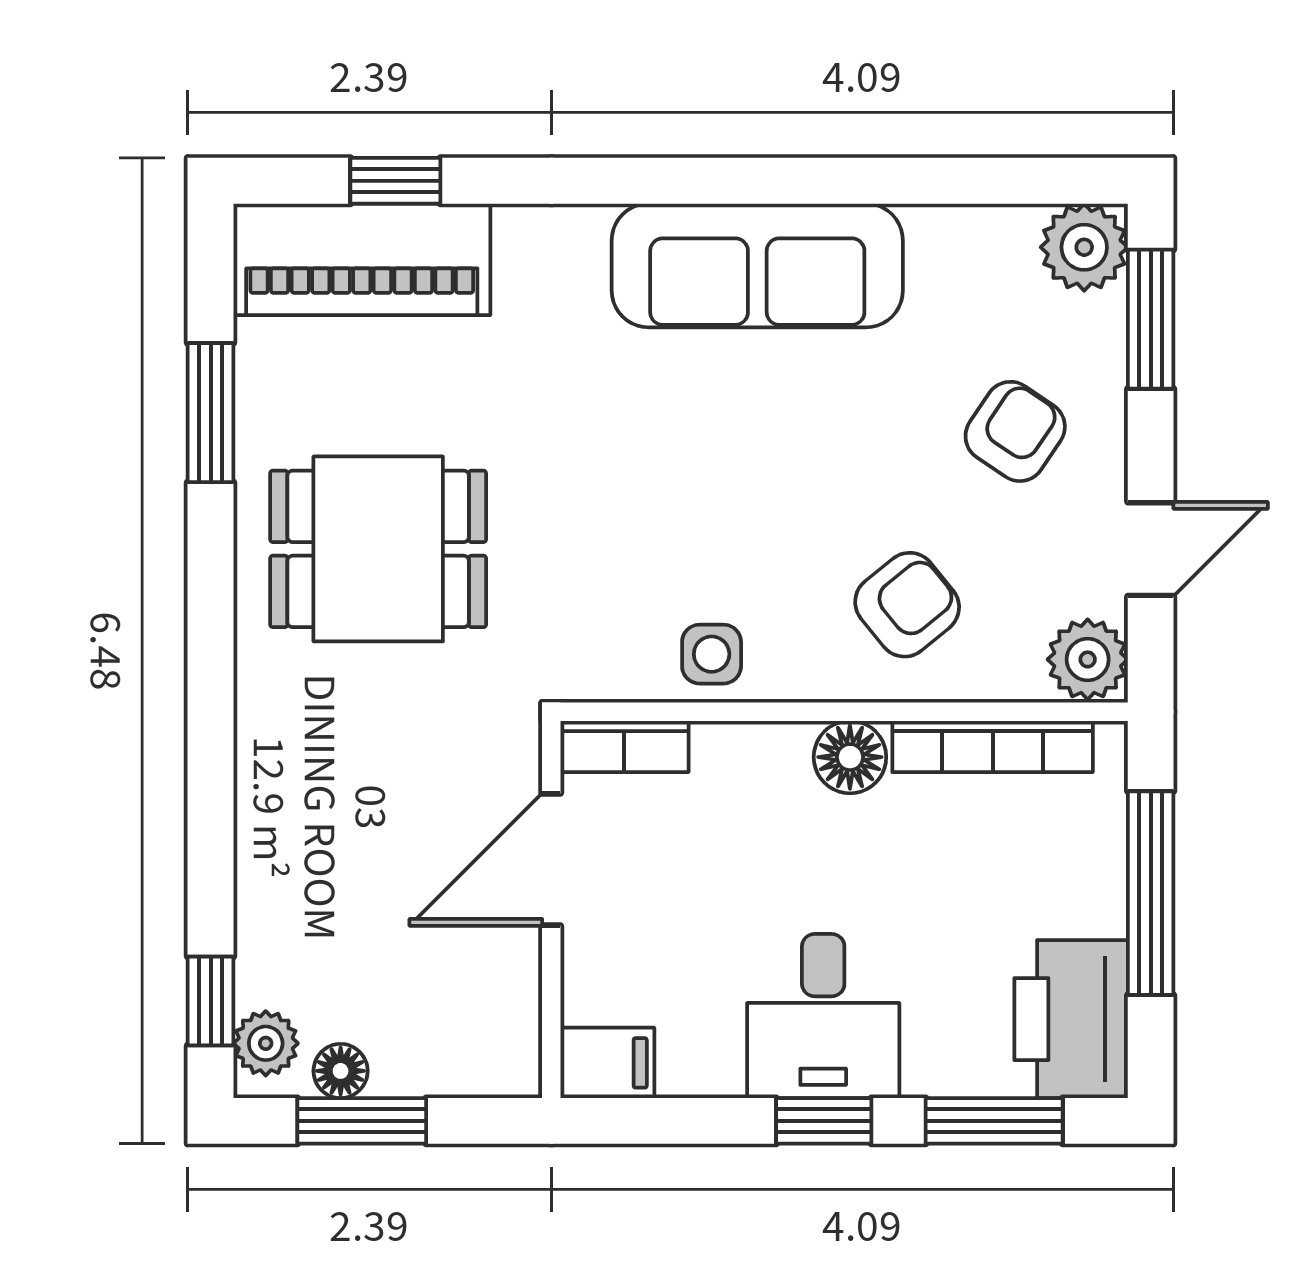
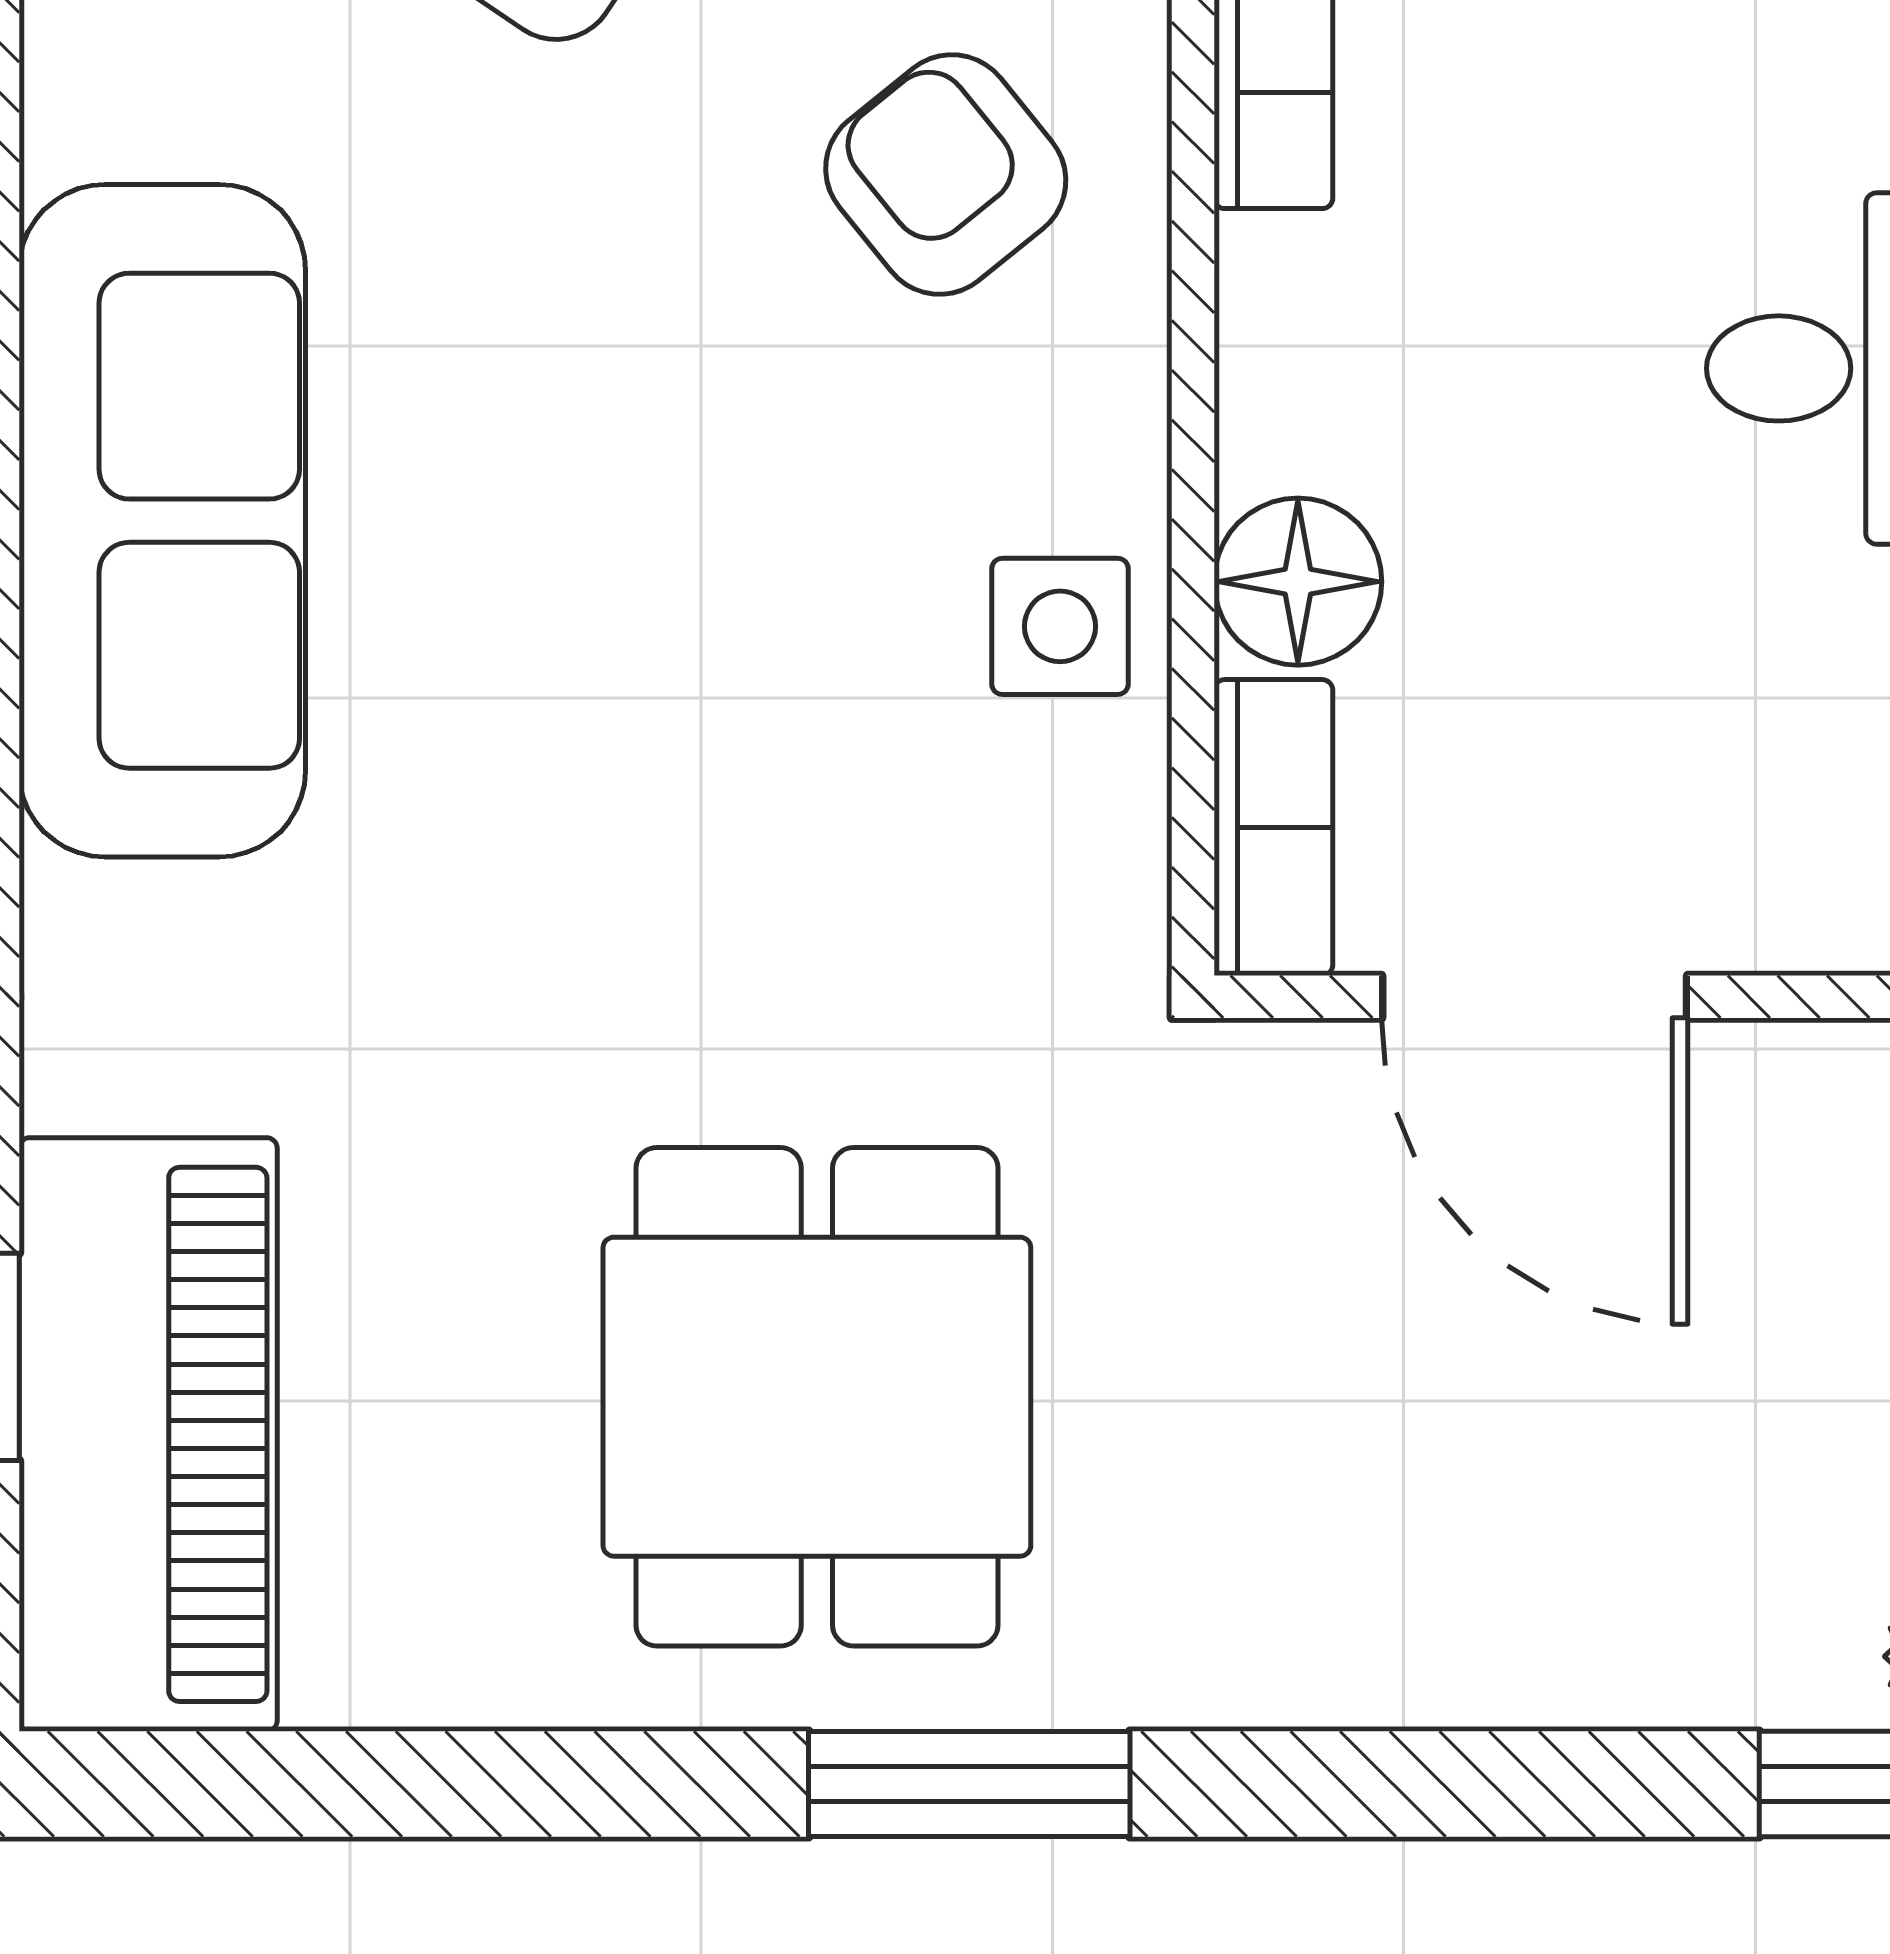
window: (211, 413) -> (969, 1784), moved
floor lamp: (850, 757) -> (1298, 582), moved

